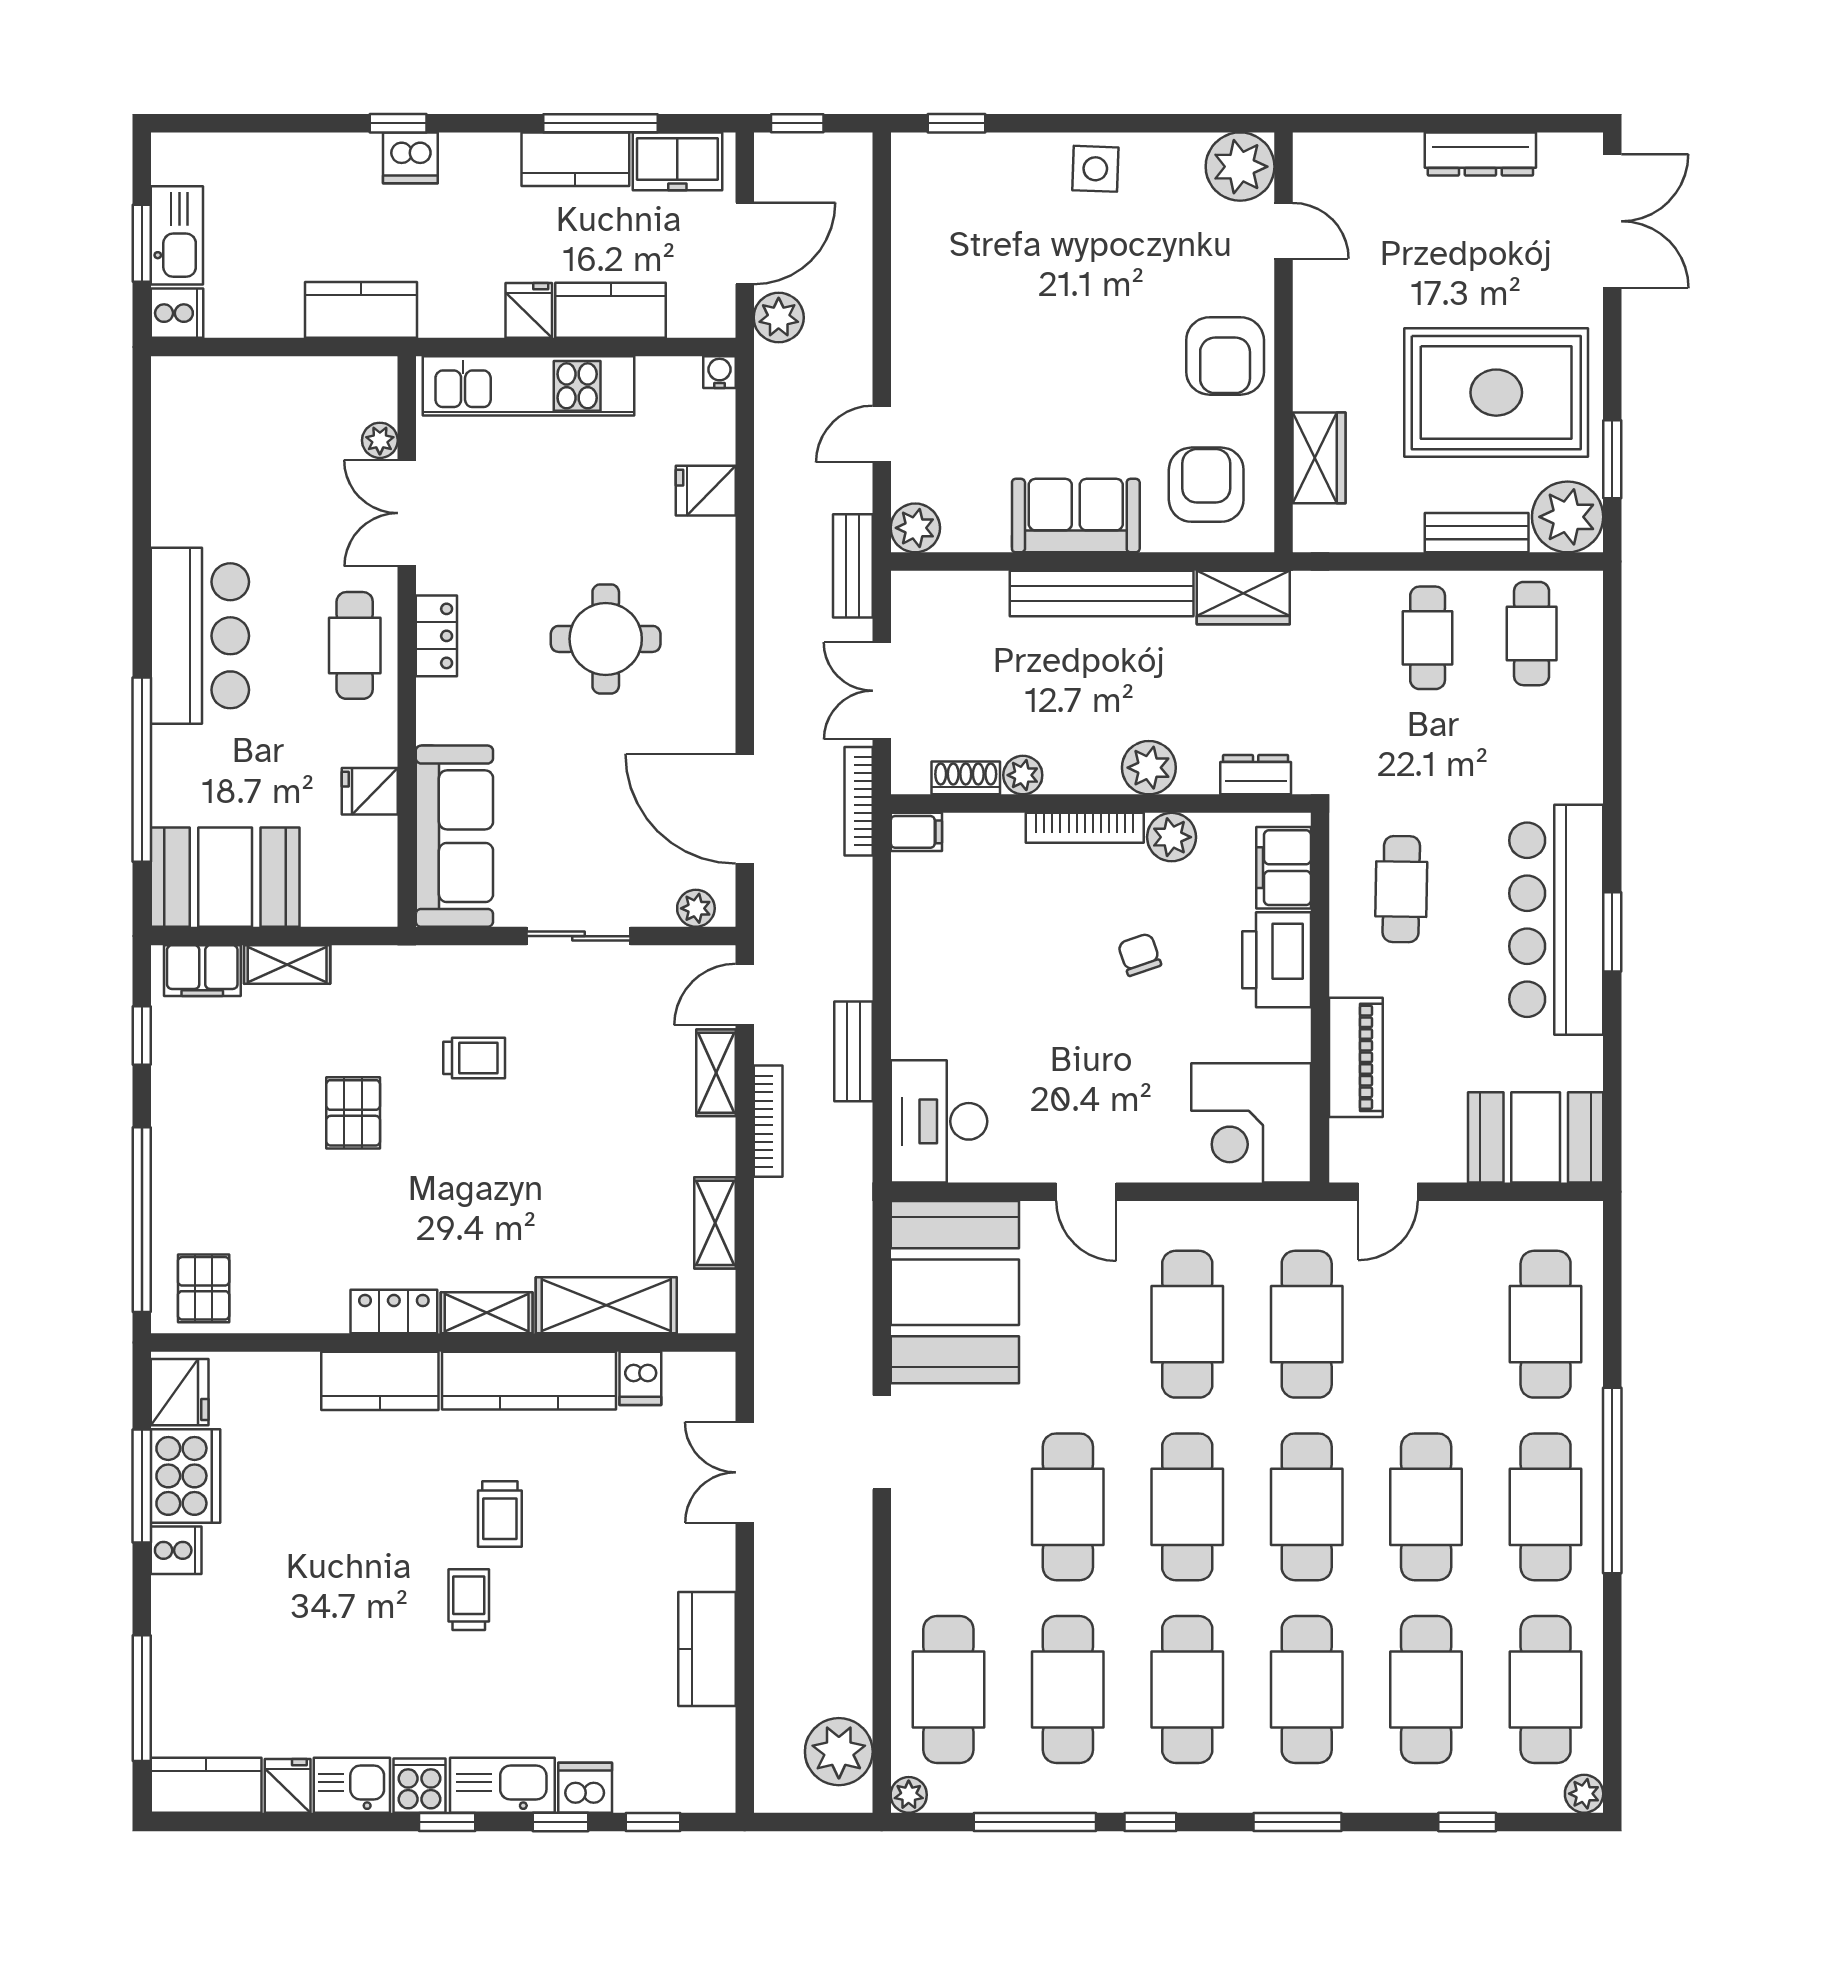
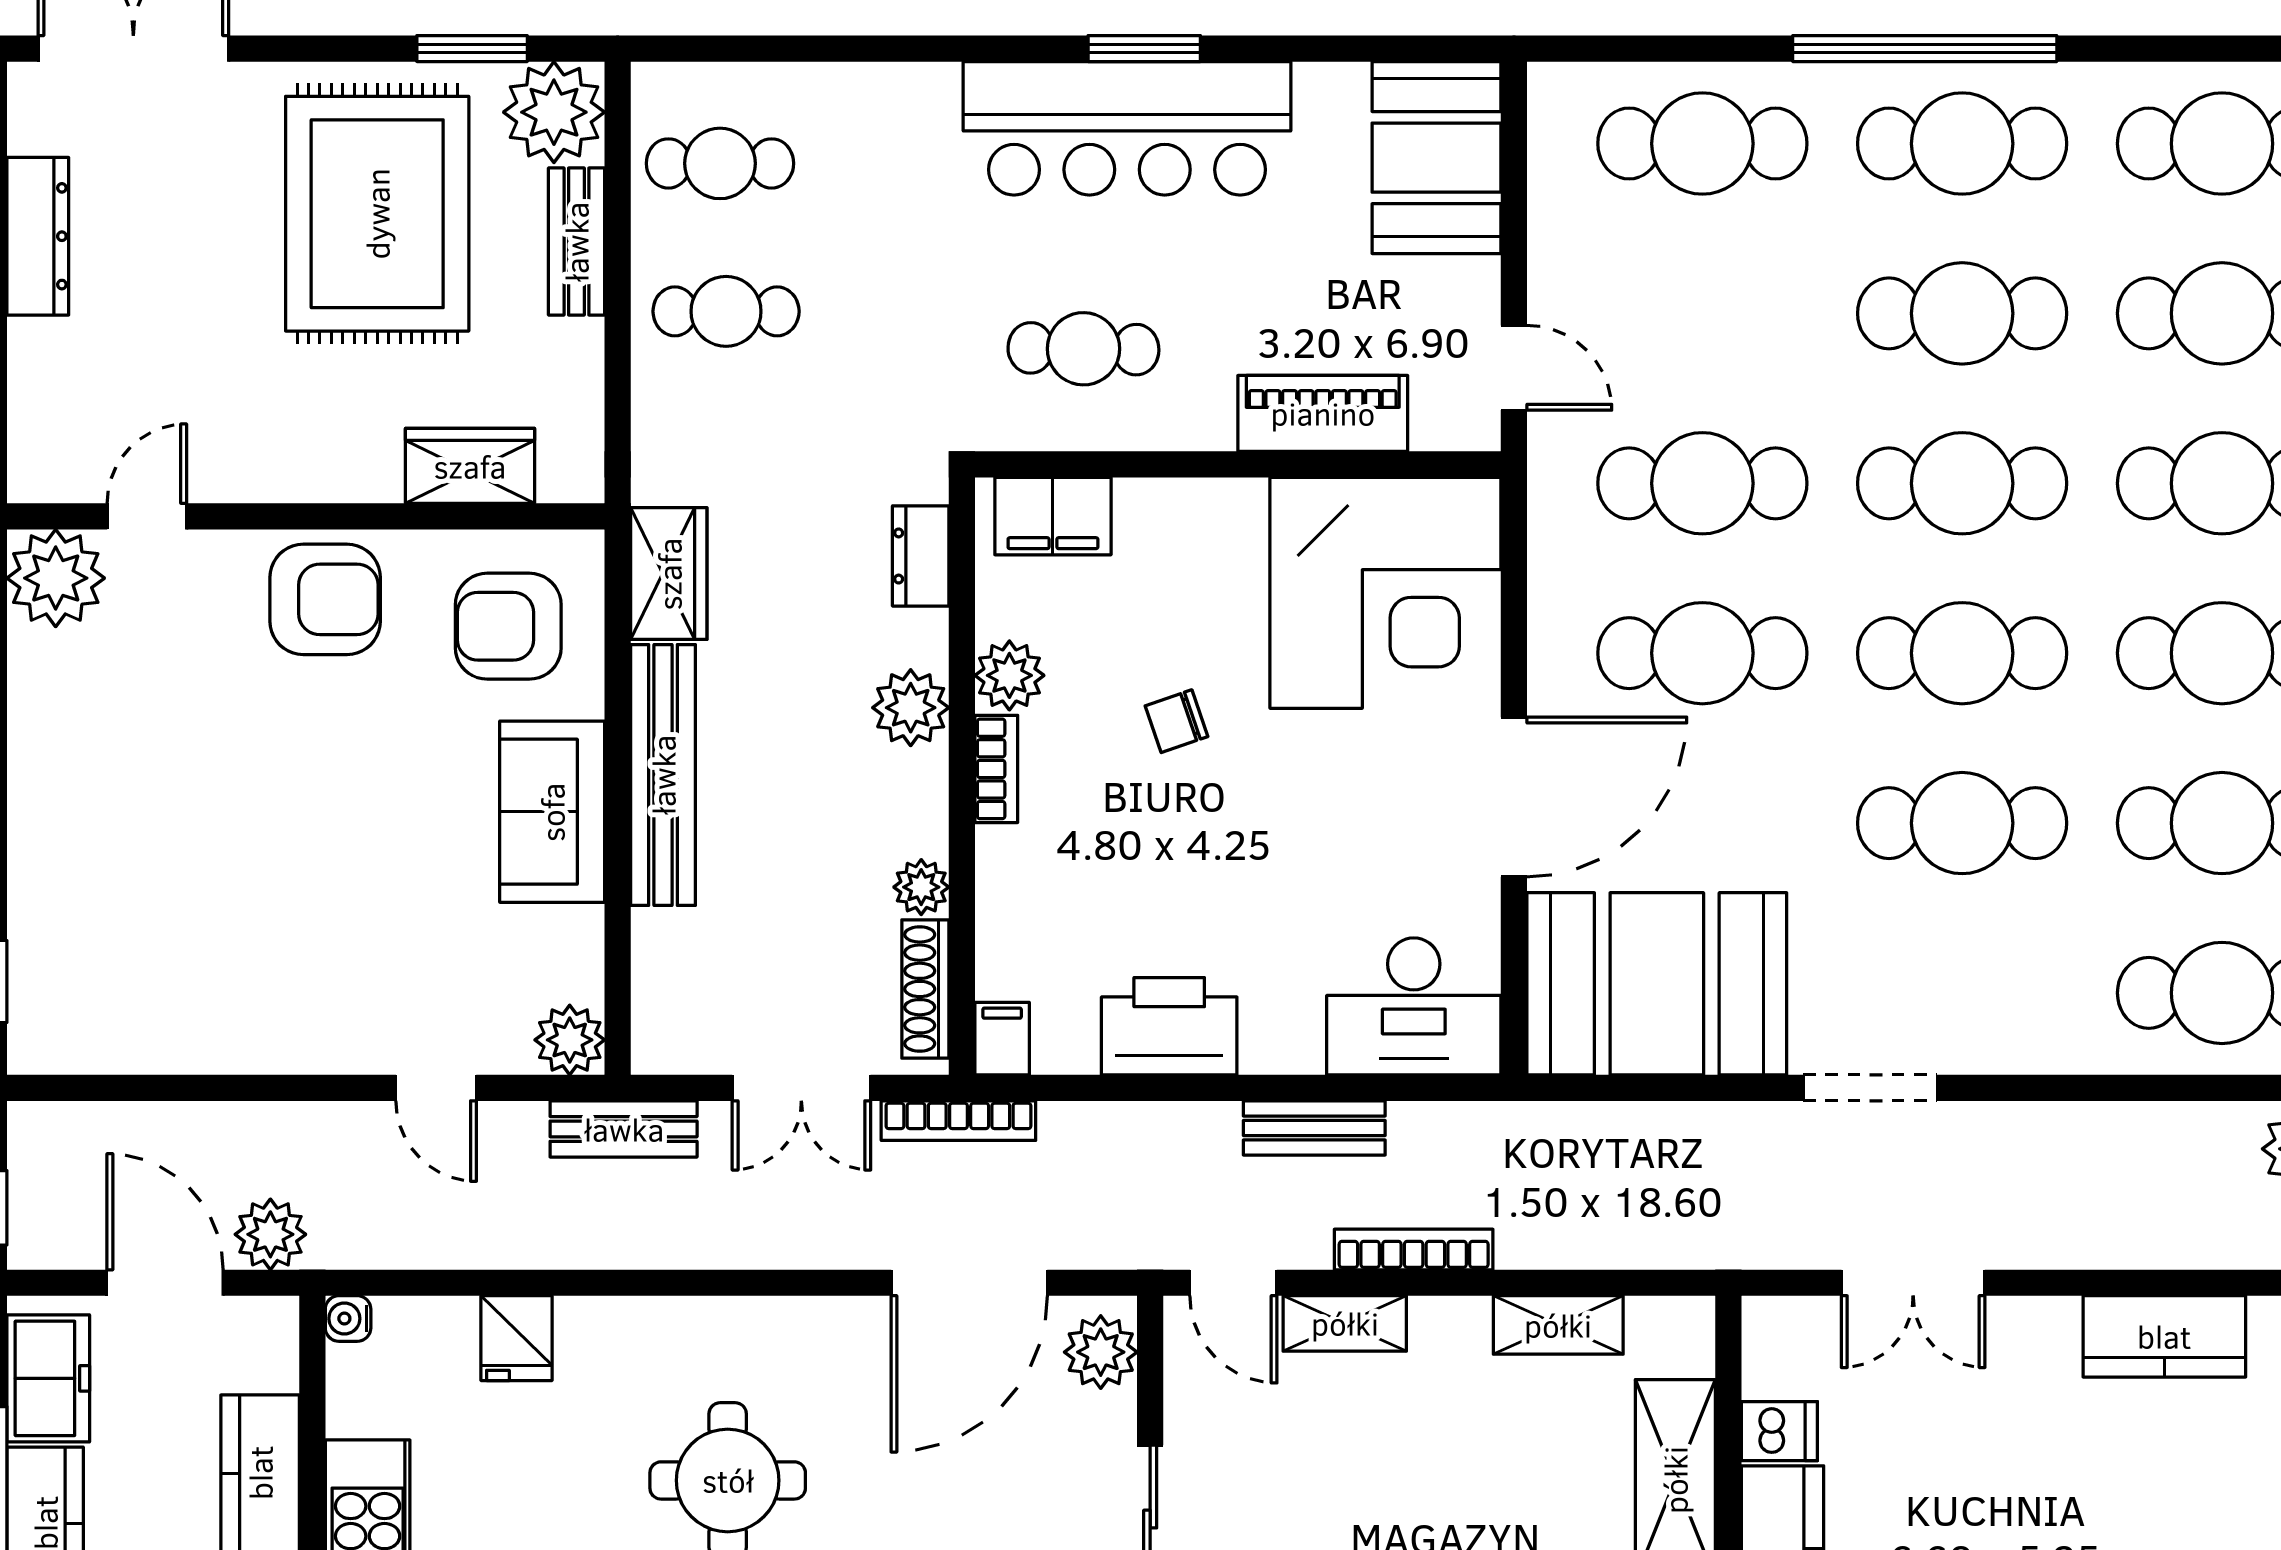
side table: (1095, 169) -> (59, 784), removed
shoe rack: (966, 778) -> (925, 989), width x1.43
bookcase: (1085, 828) -> (996, 769), width x0.64
plant: (696, 908) -> (1101, 1352), width x1.38, depth x1.38
printer: (1277, 960) -> (1169, 1026), moved, turned 180
corner desk: (1251, 1123) -> (1385, 593), width x1.36, depth x1.36
door: (1086, 1192) -> (1514, 797), width x1.87

